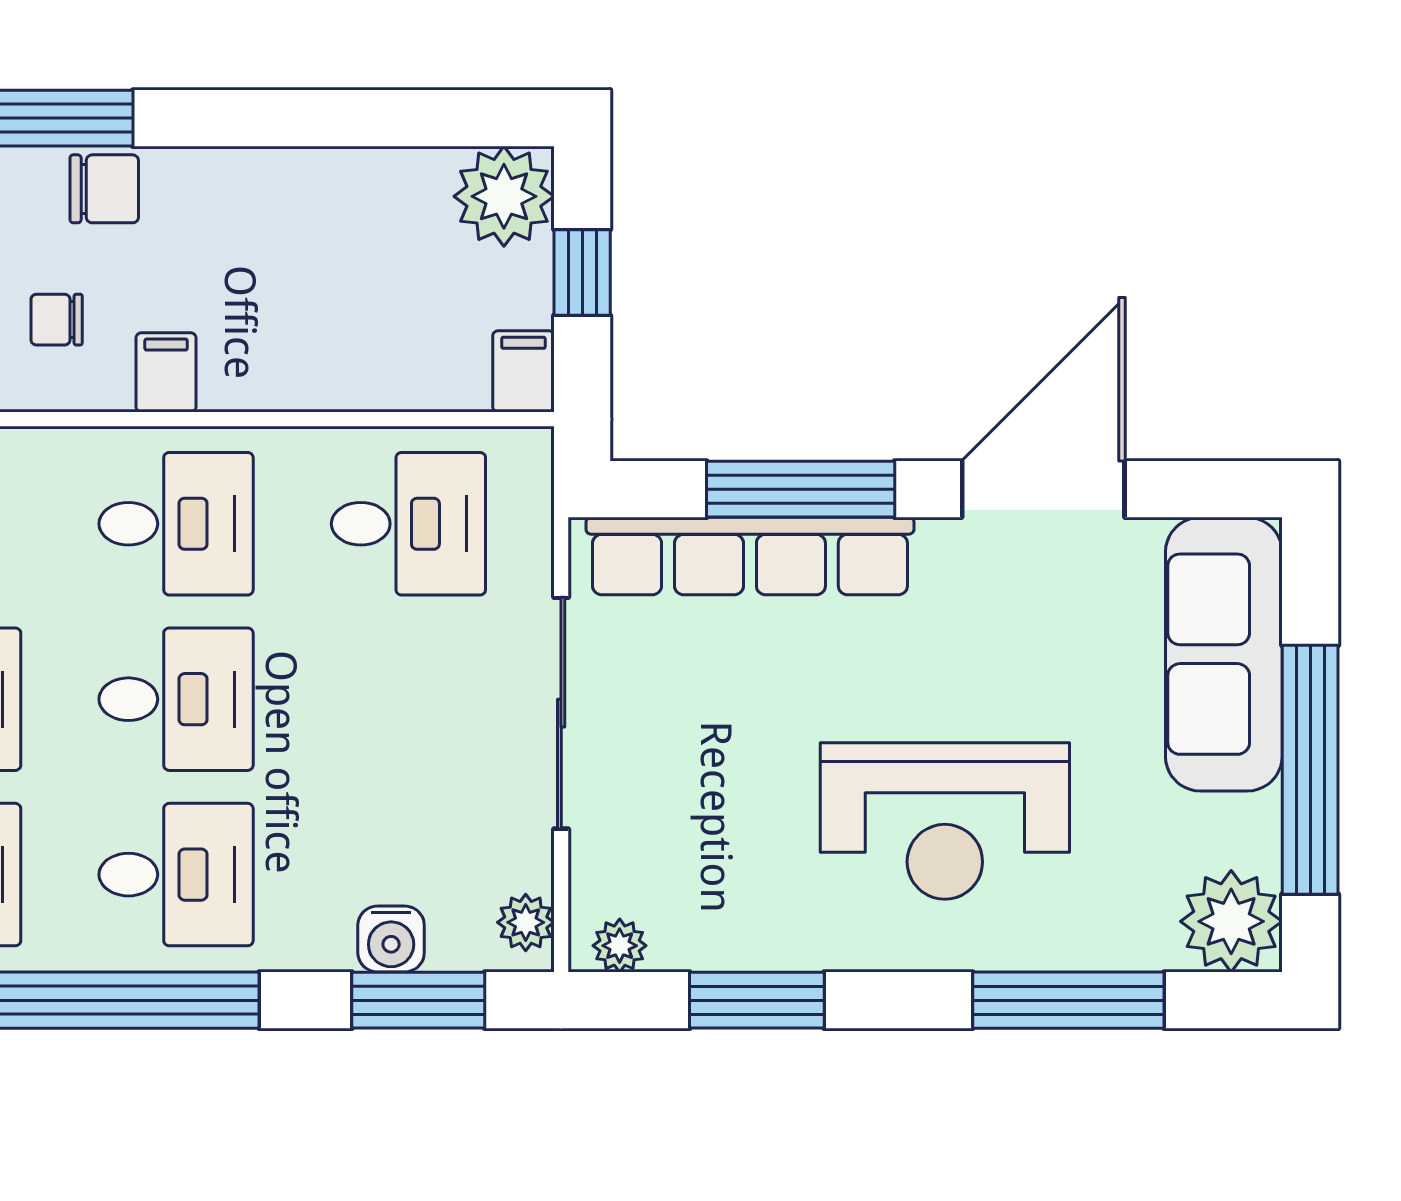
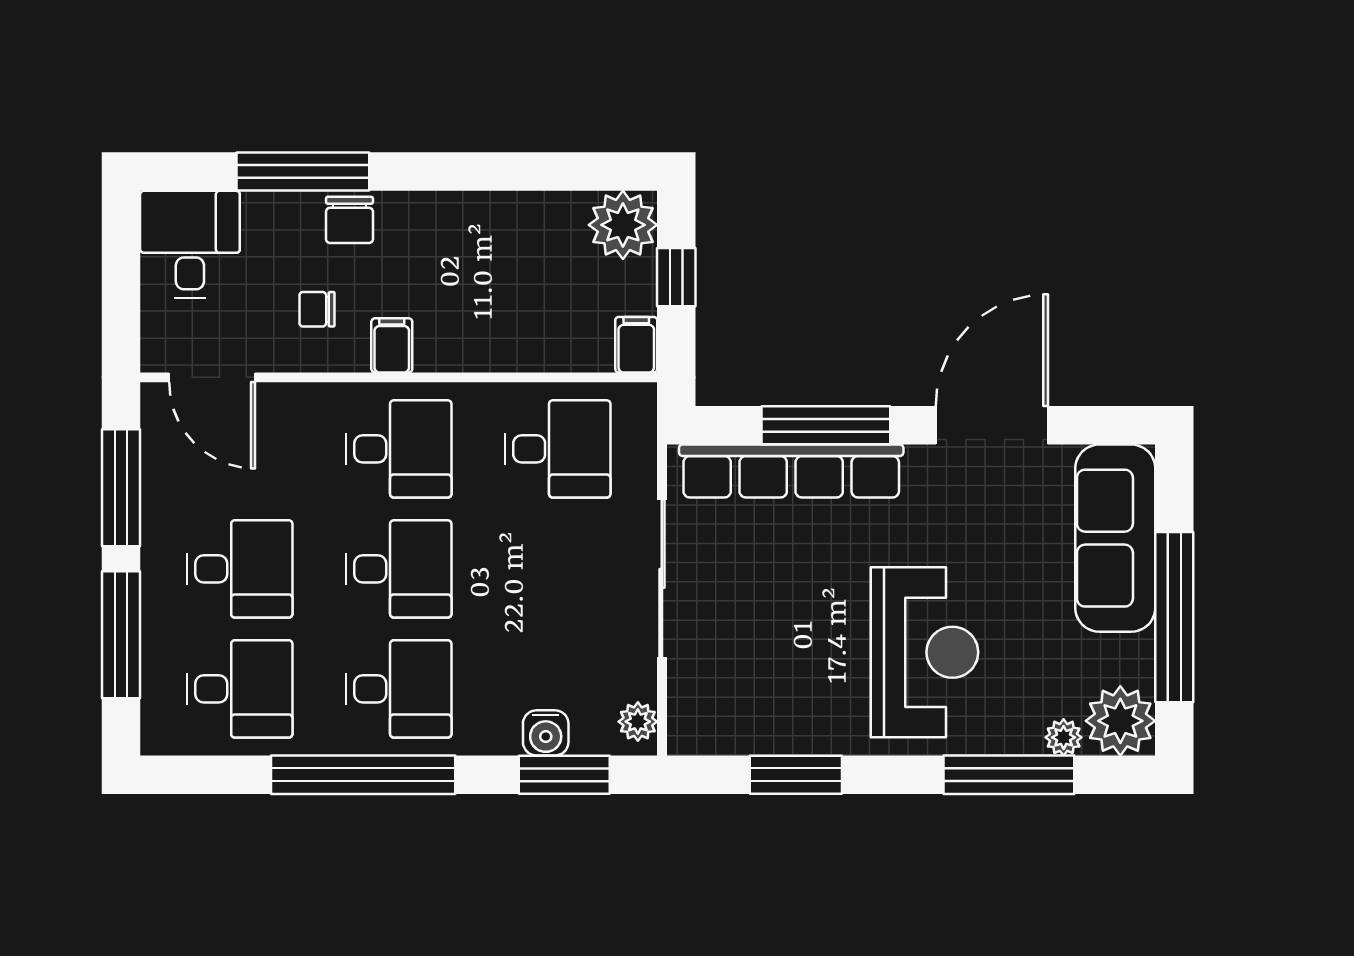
chair: (104, 189) -> (350, 220), turned 90
reception desk: (945, 821) -> (924, 652), turned -90
plant: (620, 946) -> (1064, 737), moved

